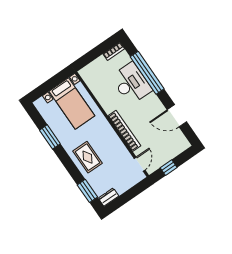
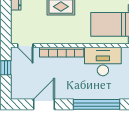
desk: (131, 83) -> (103, 61), moved, turned 180

